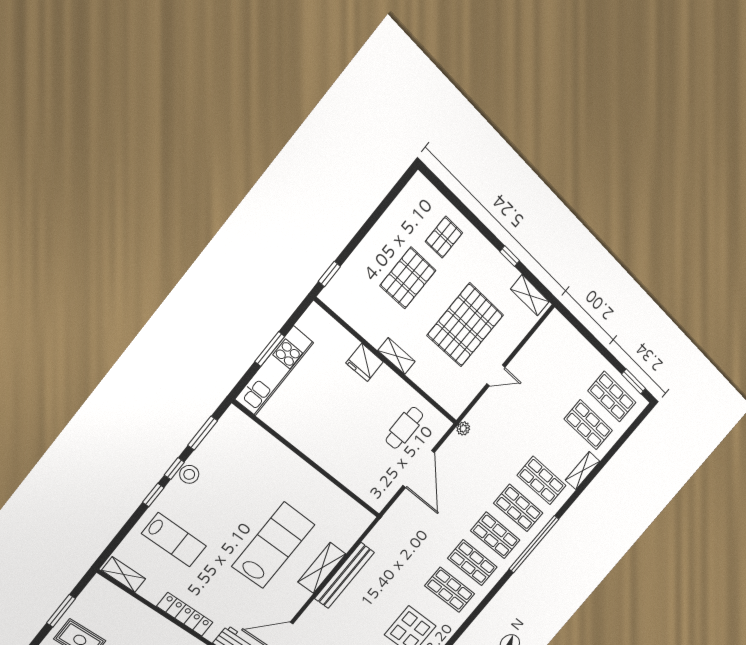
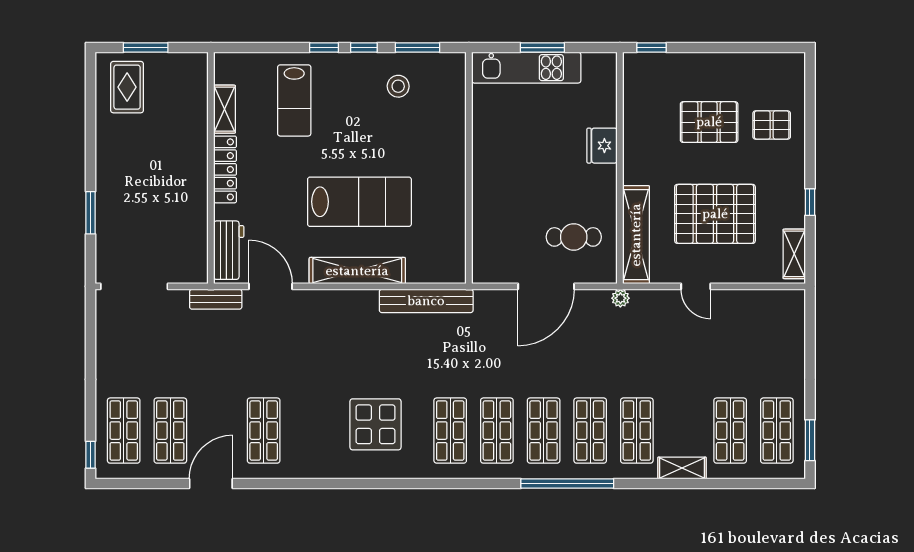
shelving: (397, 356) -> (636, 235), moved, width x2.20, depth x1.33
stool: (189, 474) -> (398, 86), moved
shelving: (322, 568) -> (357, 271), width x1.47
shelving: (124, 575) -> (224, 109), moved
bench: (344, 576) -> (426, 301), moved

